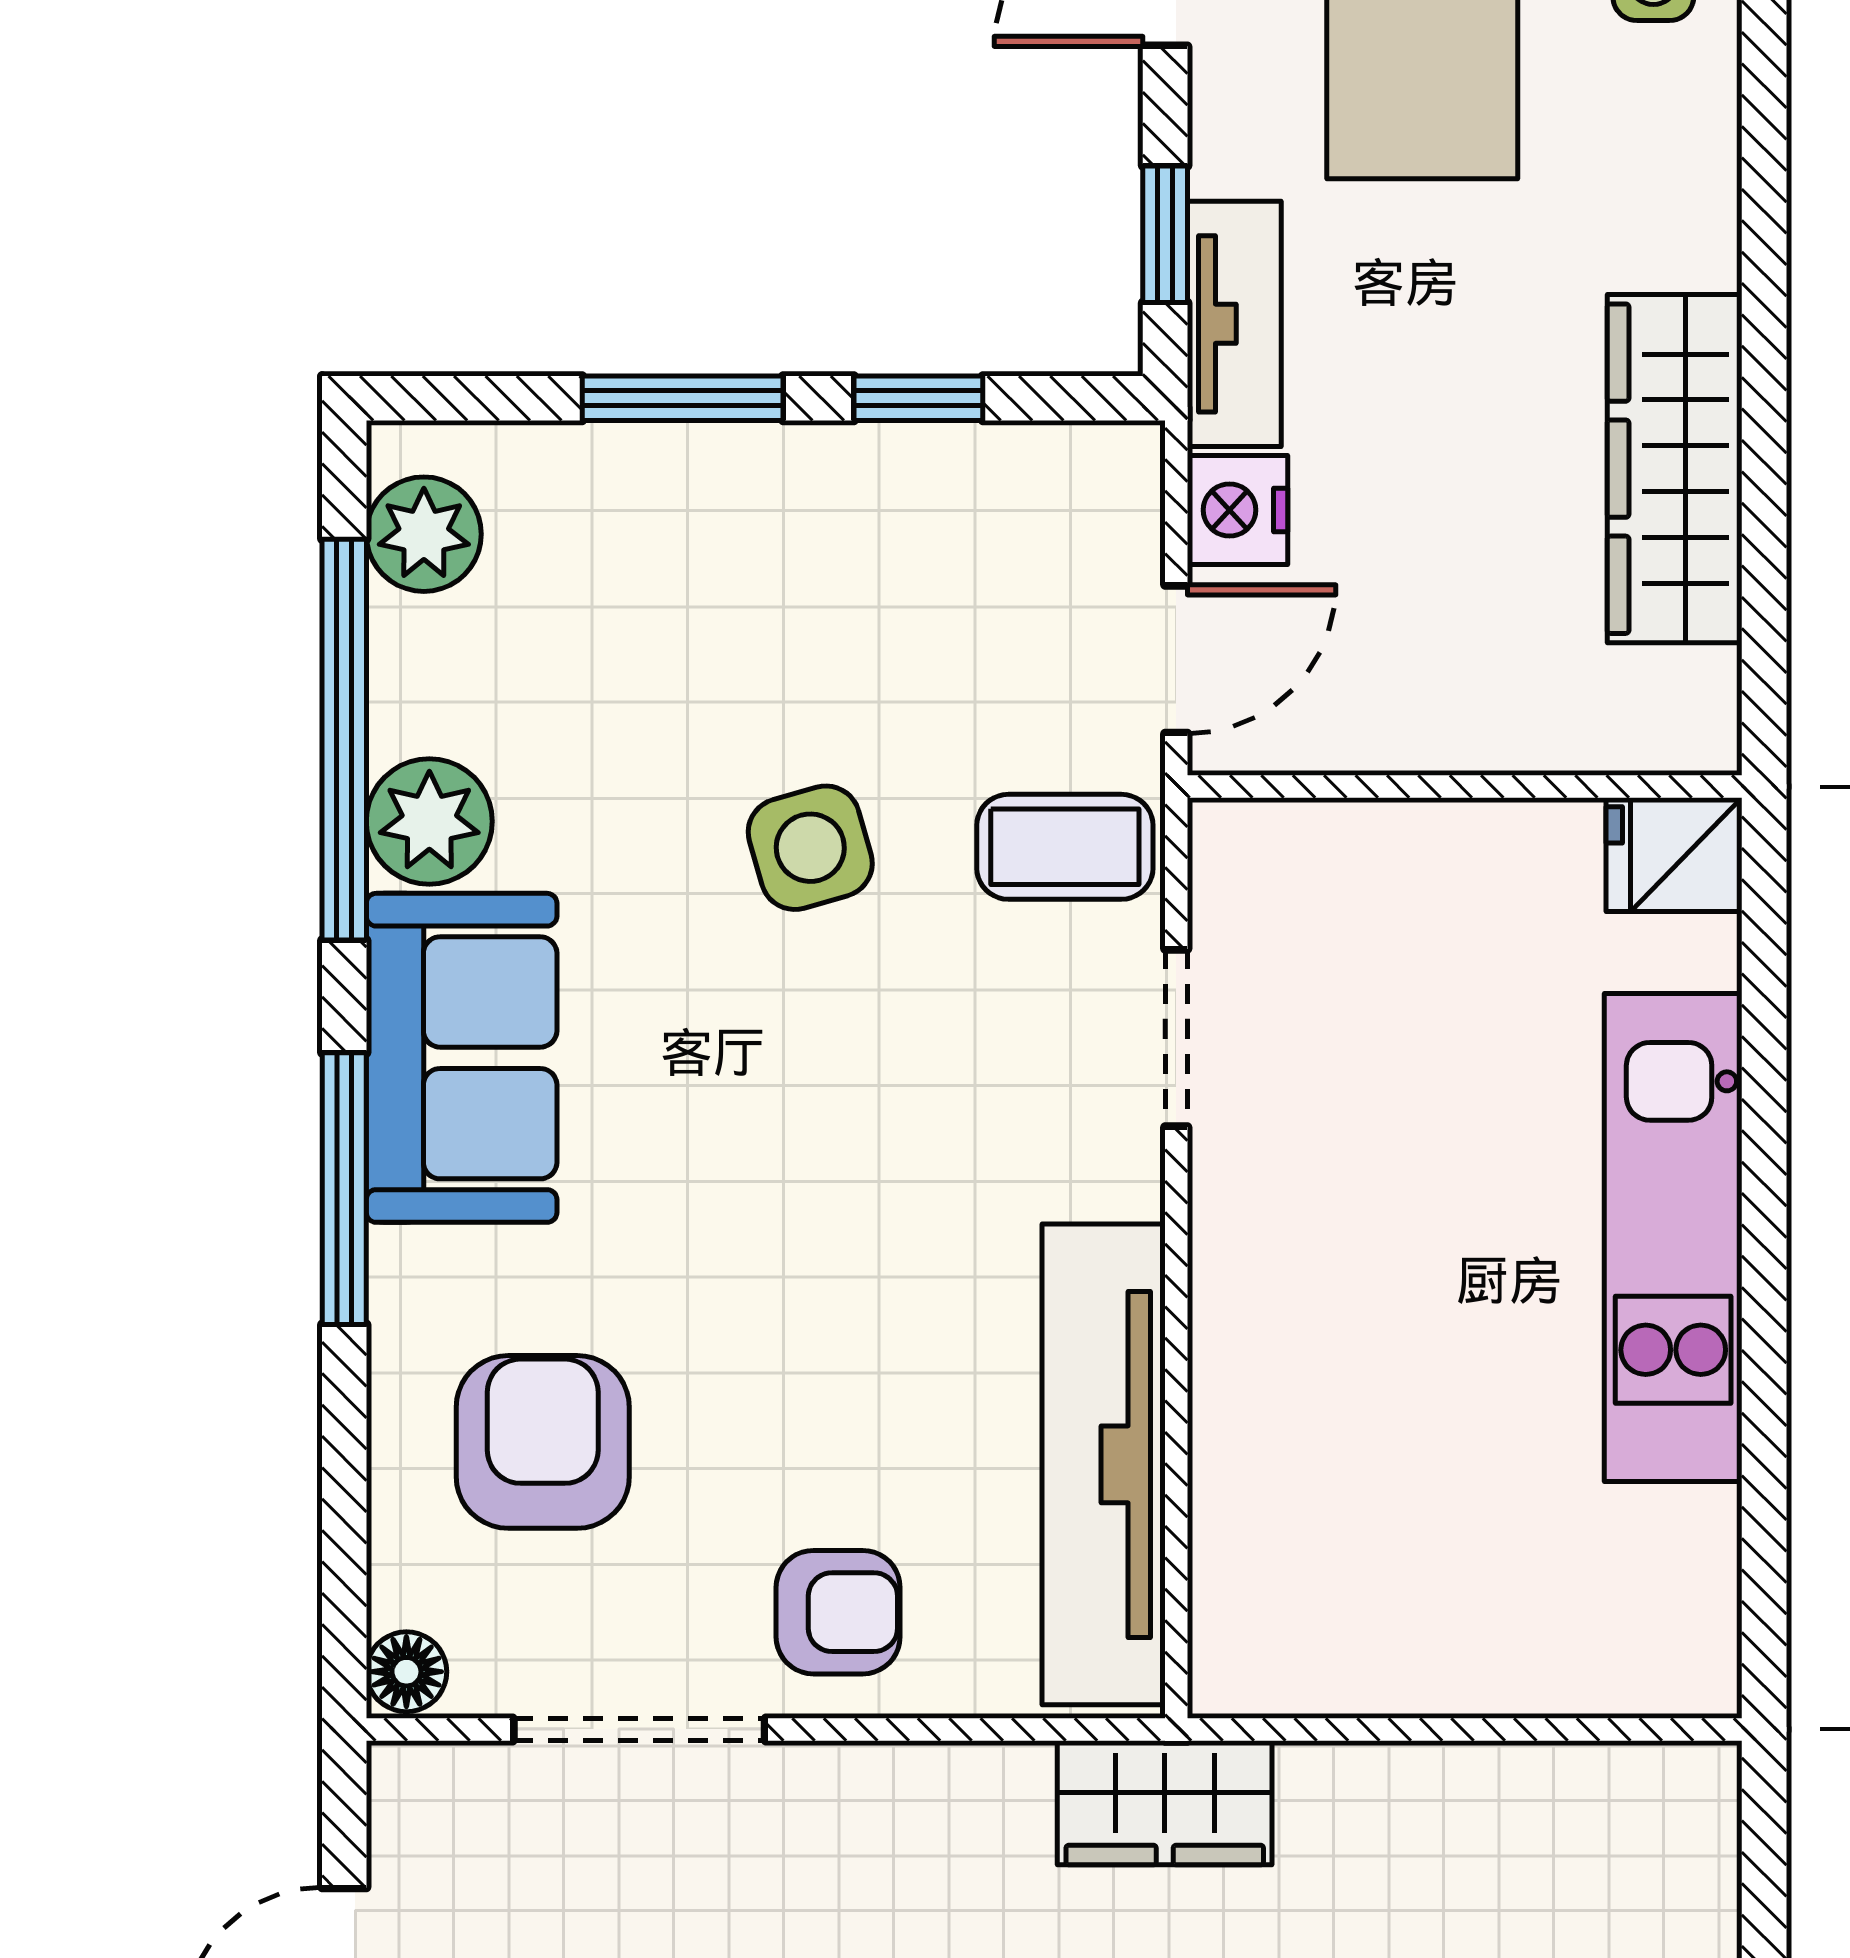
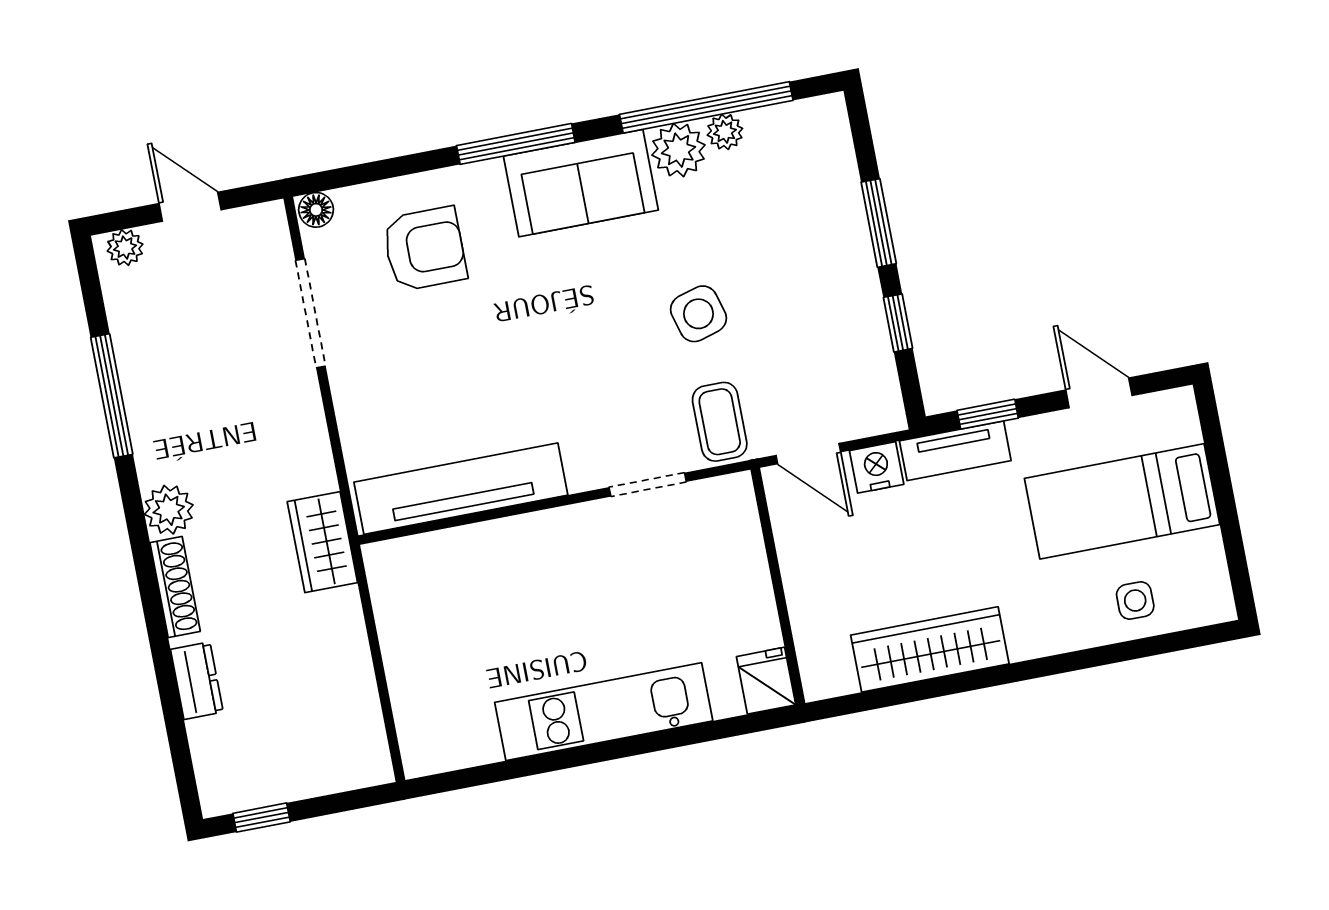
plant: (424, 534) -> (725, 132), moved, width x0.73, depth x0.73
armchair: (838, 1612) -> (377, 388), removed

